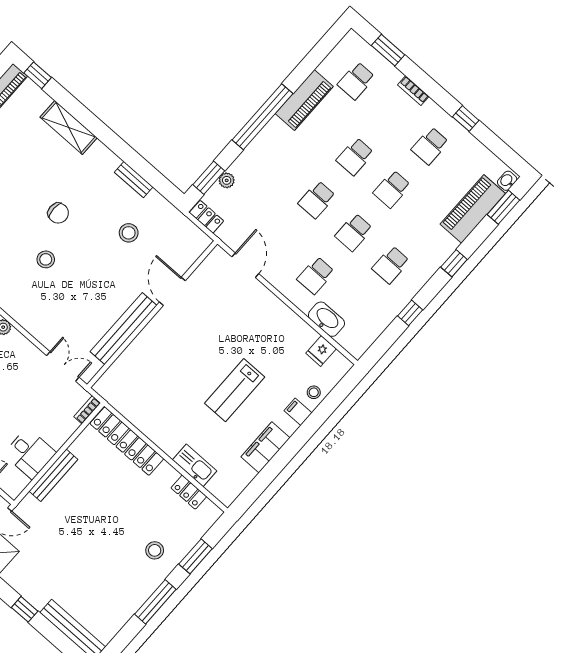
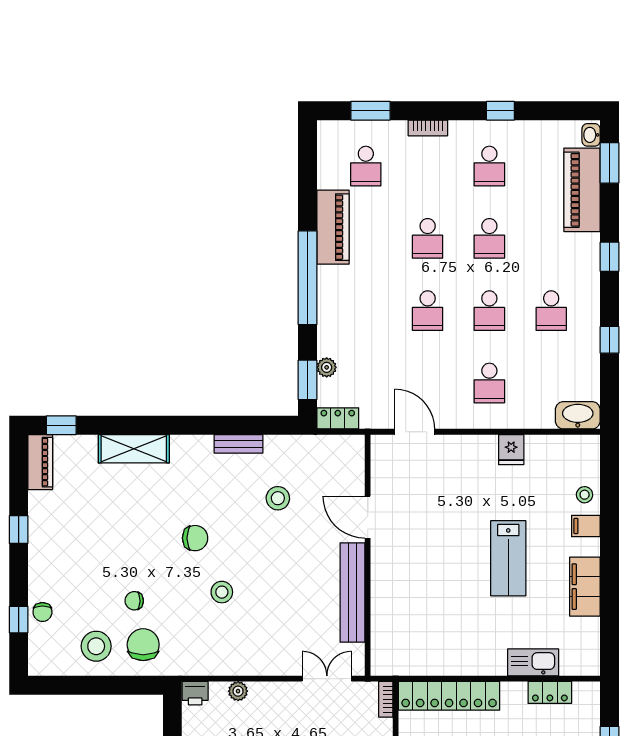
washbasin: (326, 319) -> (578, 415), moved
fridge: (321, 351) -> (511, 450), moved

